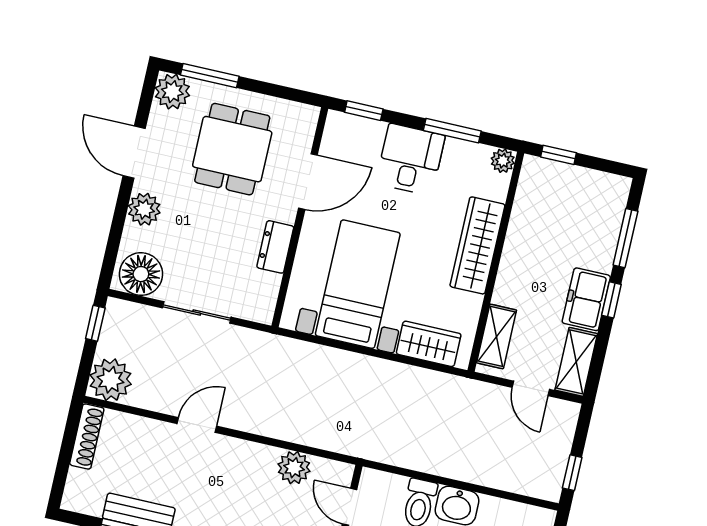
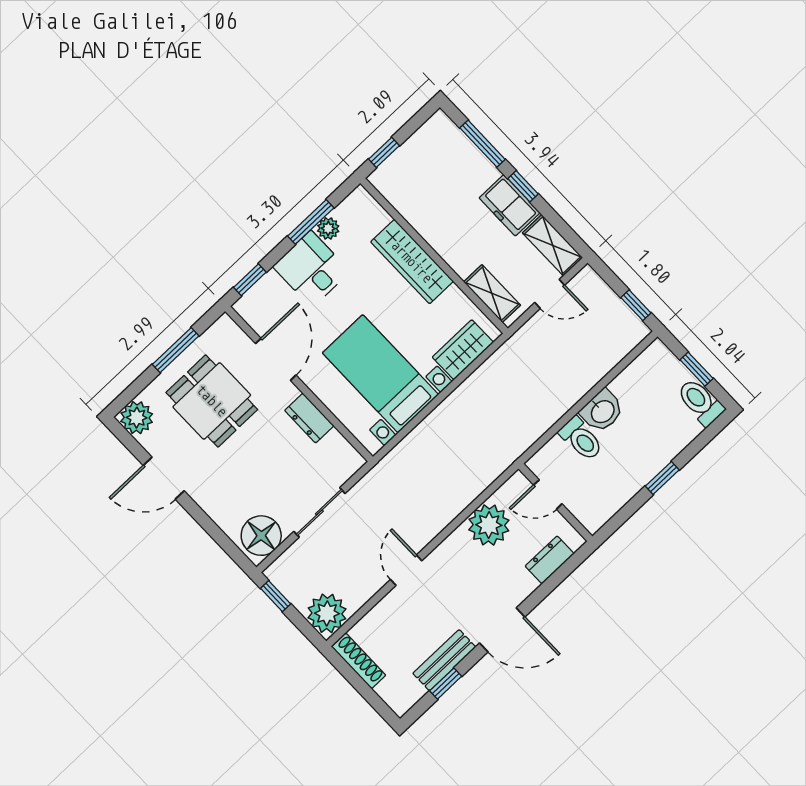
window: (210, 76) -> (176, 350), moved
plant: (503, 161) -> (328, 228), moved
plant: (144, 209) -> (213, 500), removed
plant: (294, 468) -> (489, 525), width x1.36, depth x1.36

